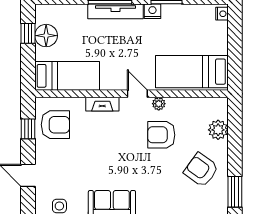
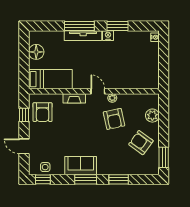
window: (28, 33) -> (24, 50), removed
bed: (192, 72) -> (135, 76), removed
armchair: (55, 125) -> (43, 112), turned 90
armchair: (161, 135) -> (114, 119), turned -102

